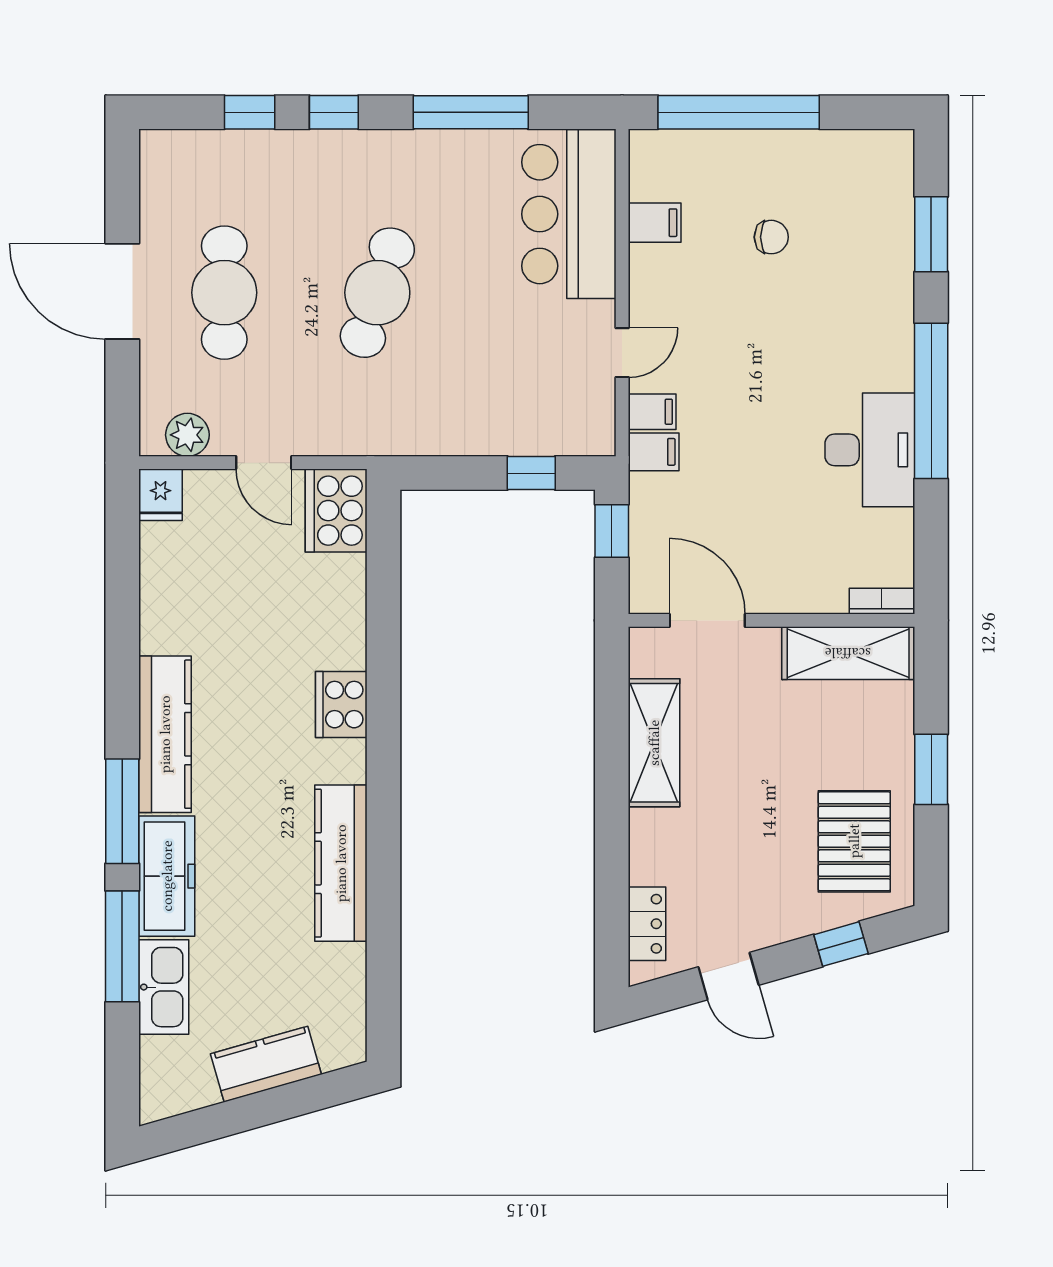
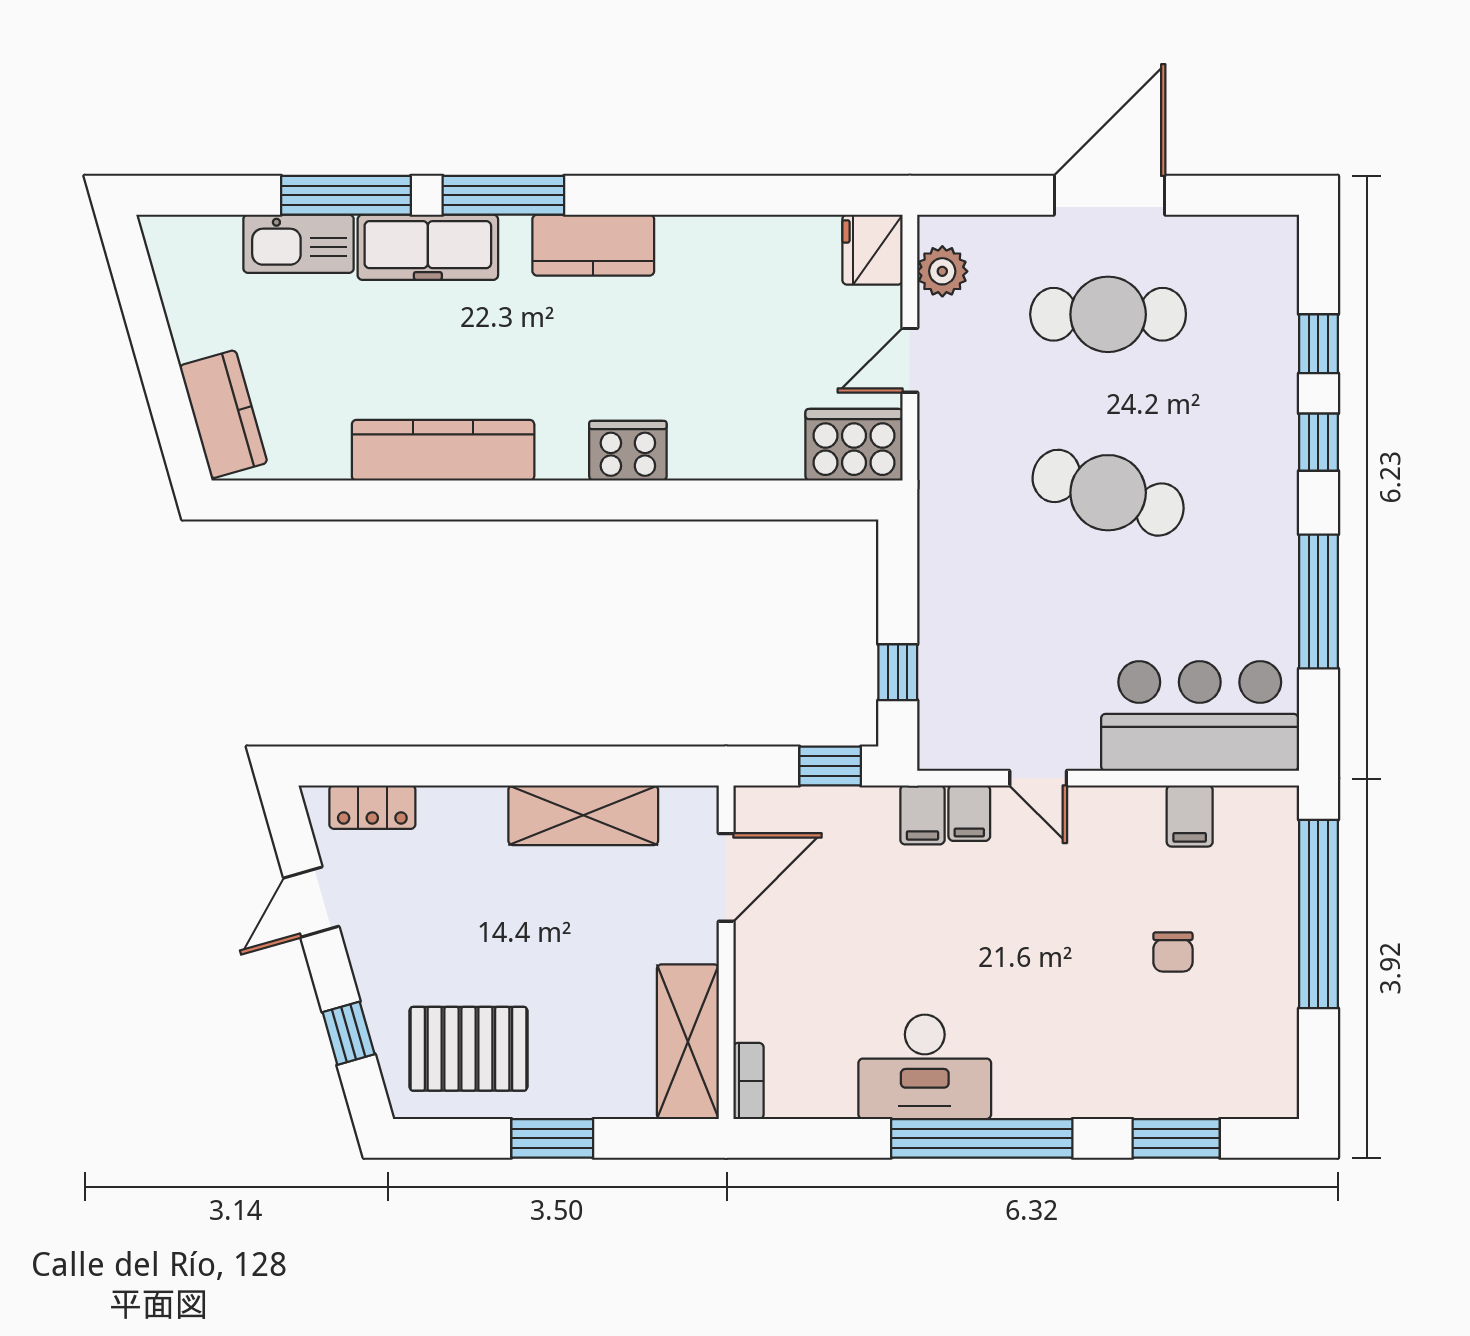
fridge: (160, 495) -> (872, 250), width x1.38
kitchen counter: (165, 734) -> (593, 245), width x0.67
kitchen counter: (266, 1064) -> (223, 414), moved

